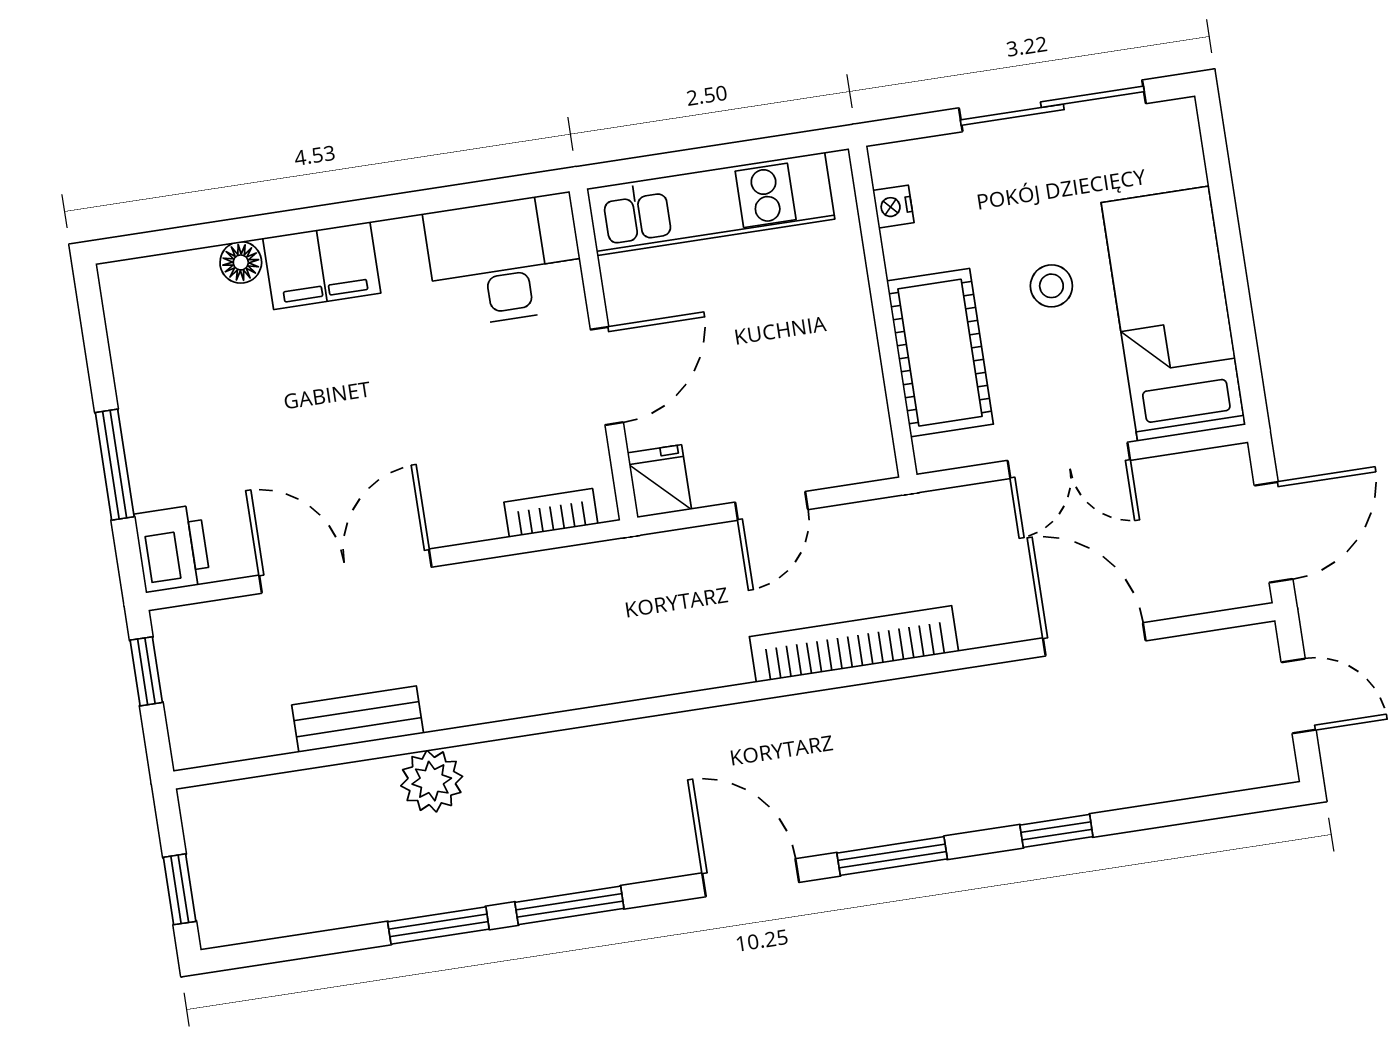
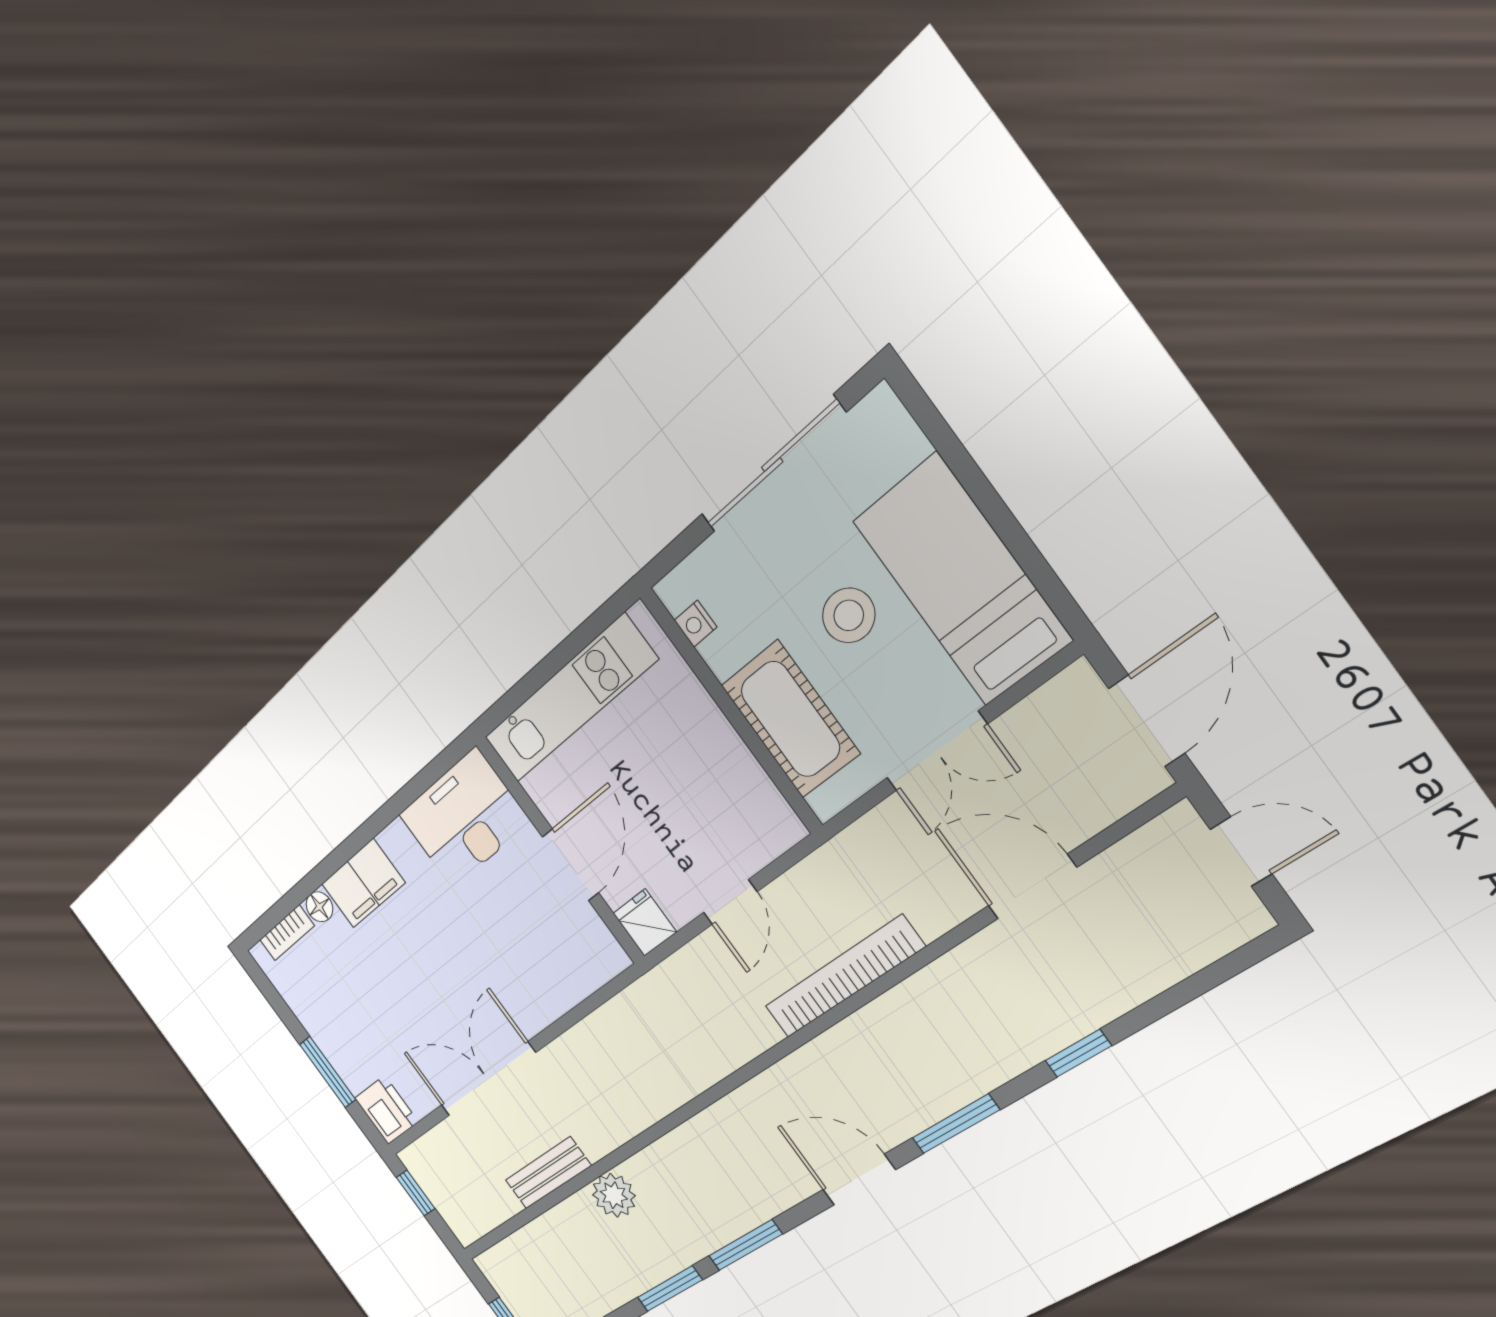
stool: (1051, 286) -> (849, 615), width x1.37, depth x1.37
bookcase: (551, 513) -> (287, 933), moved, turned 180

